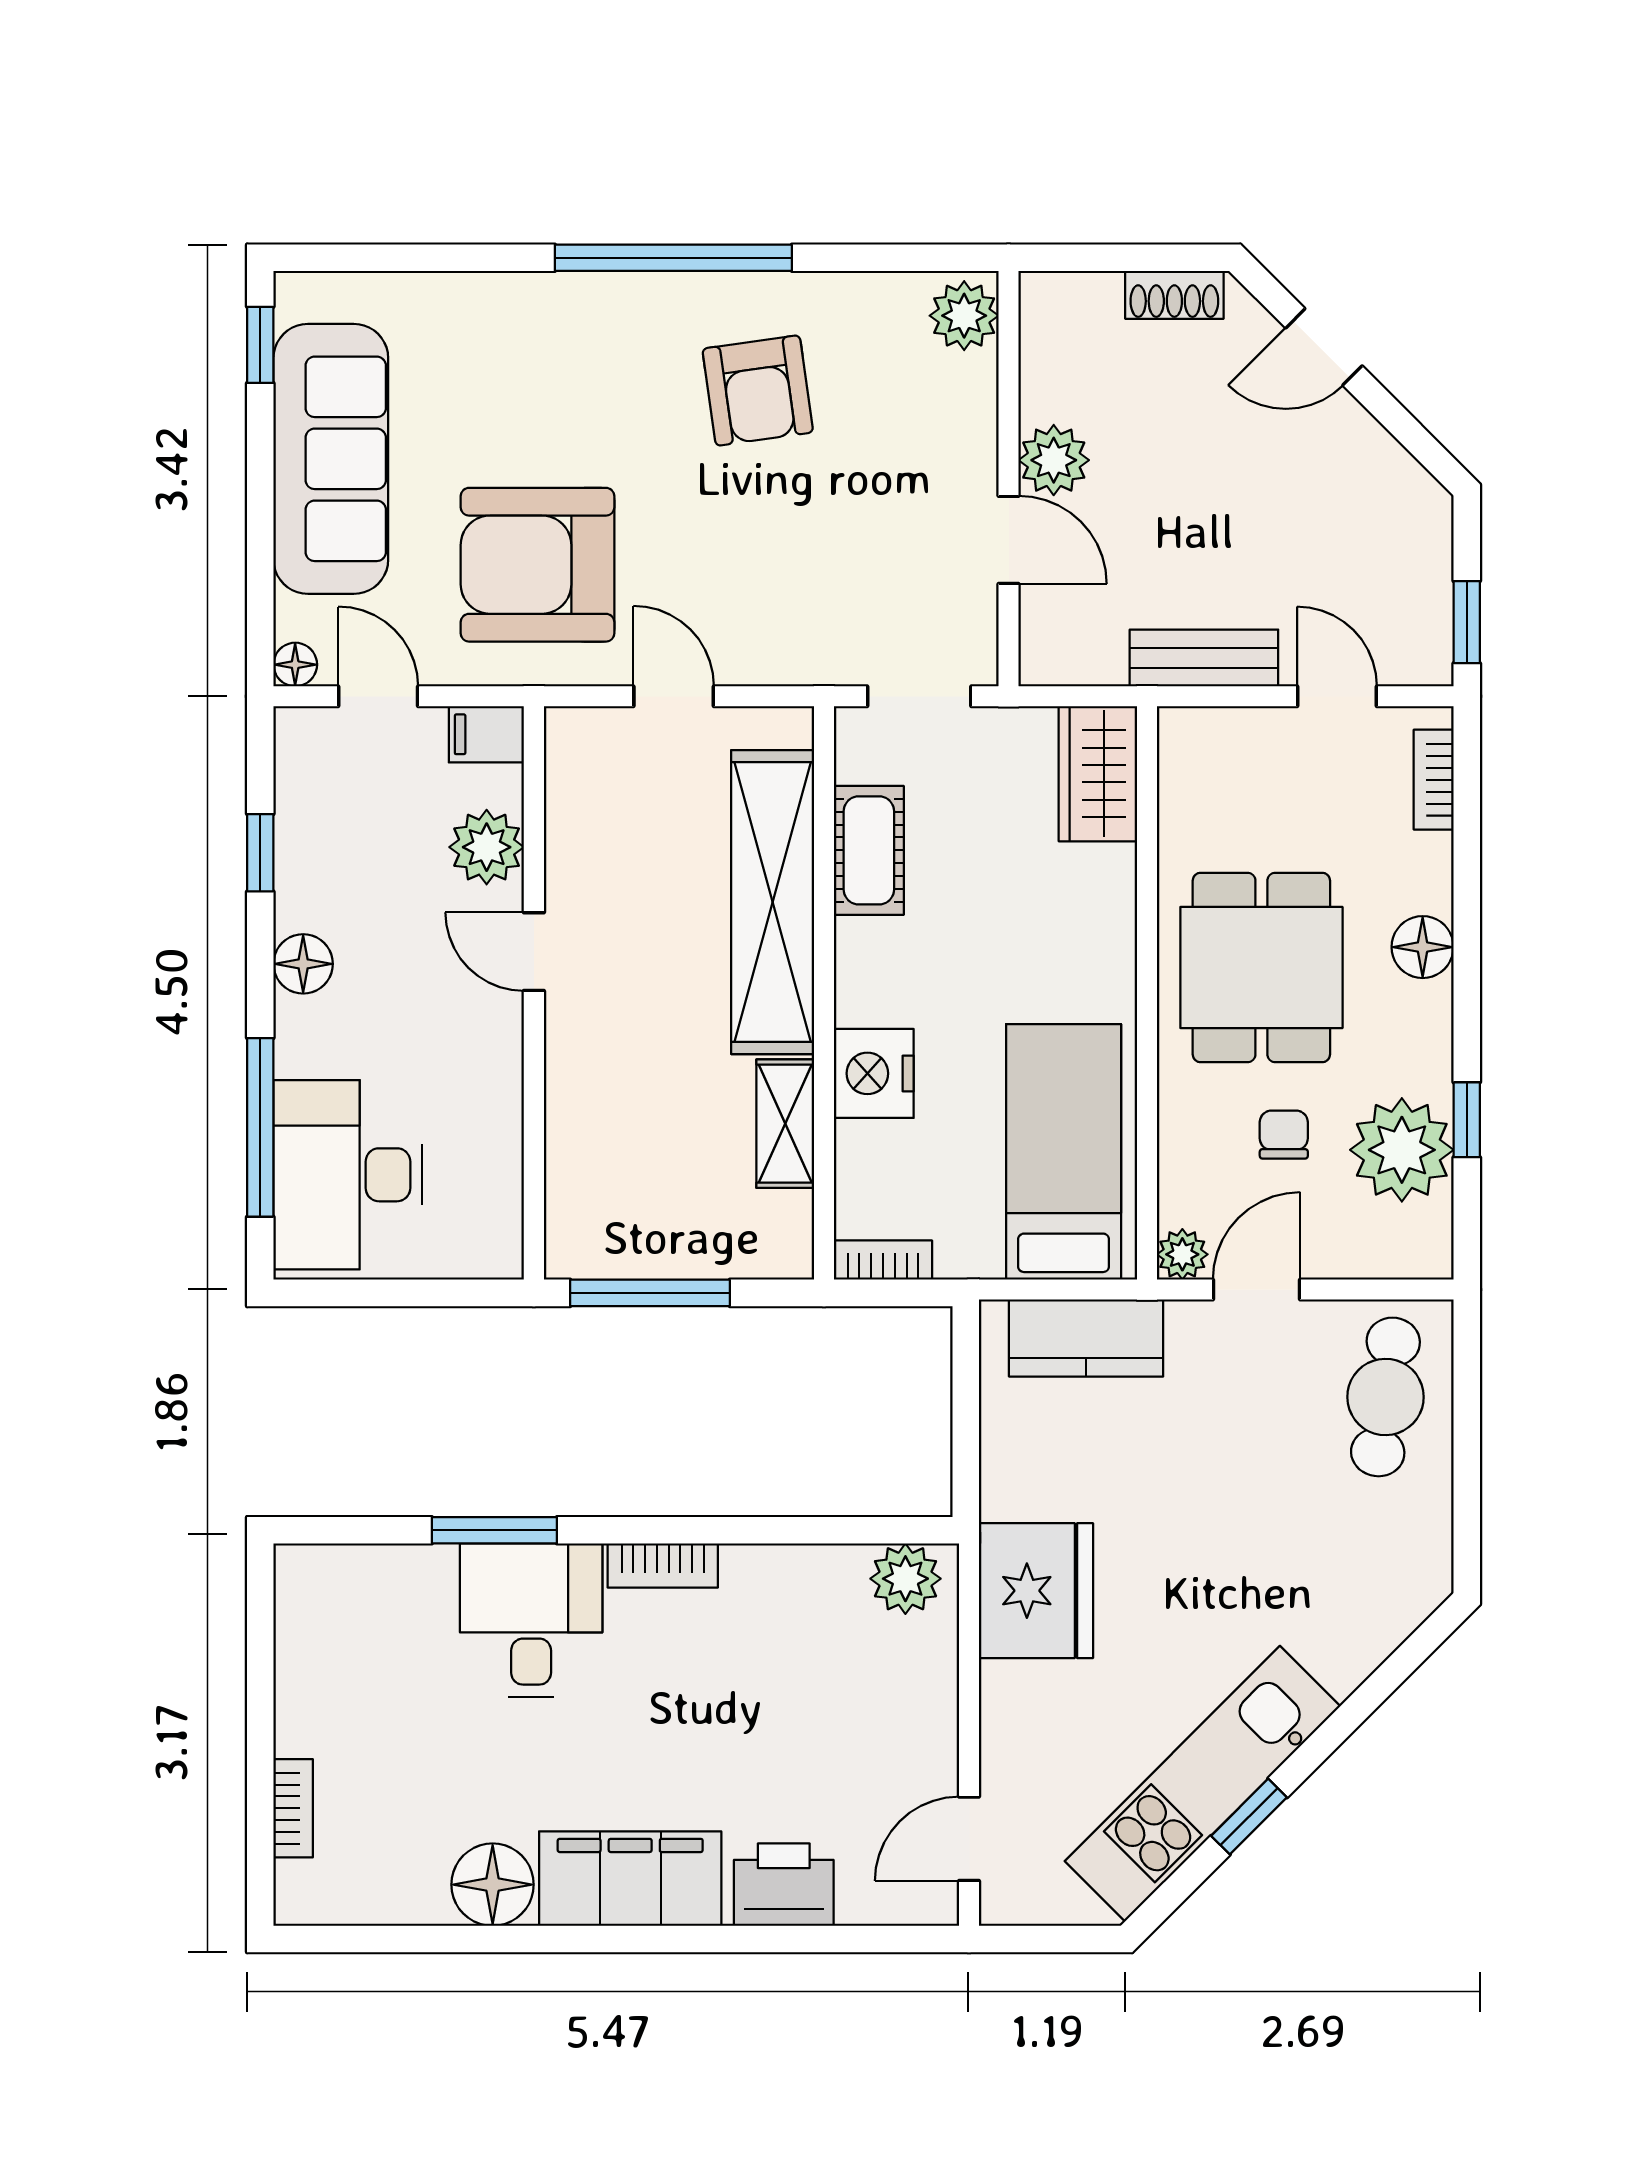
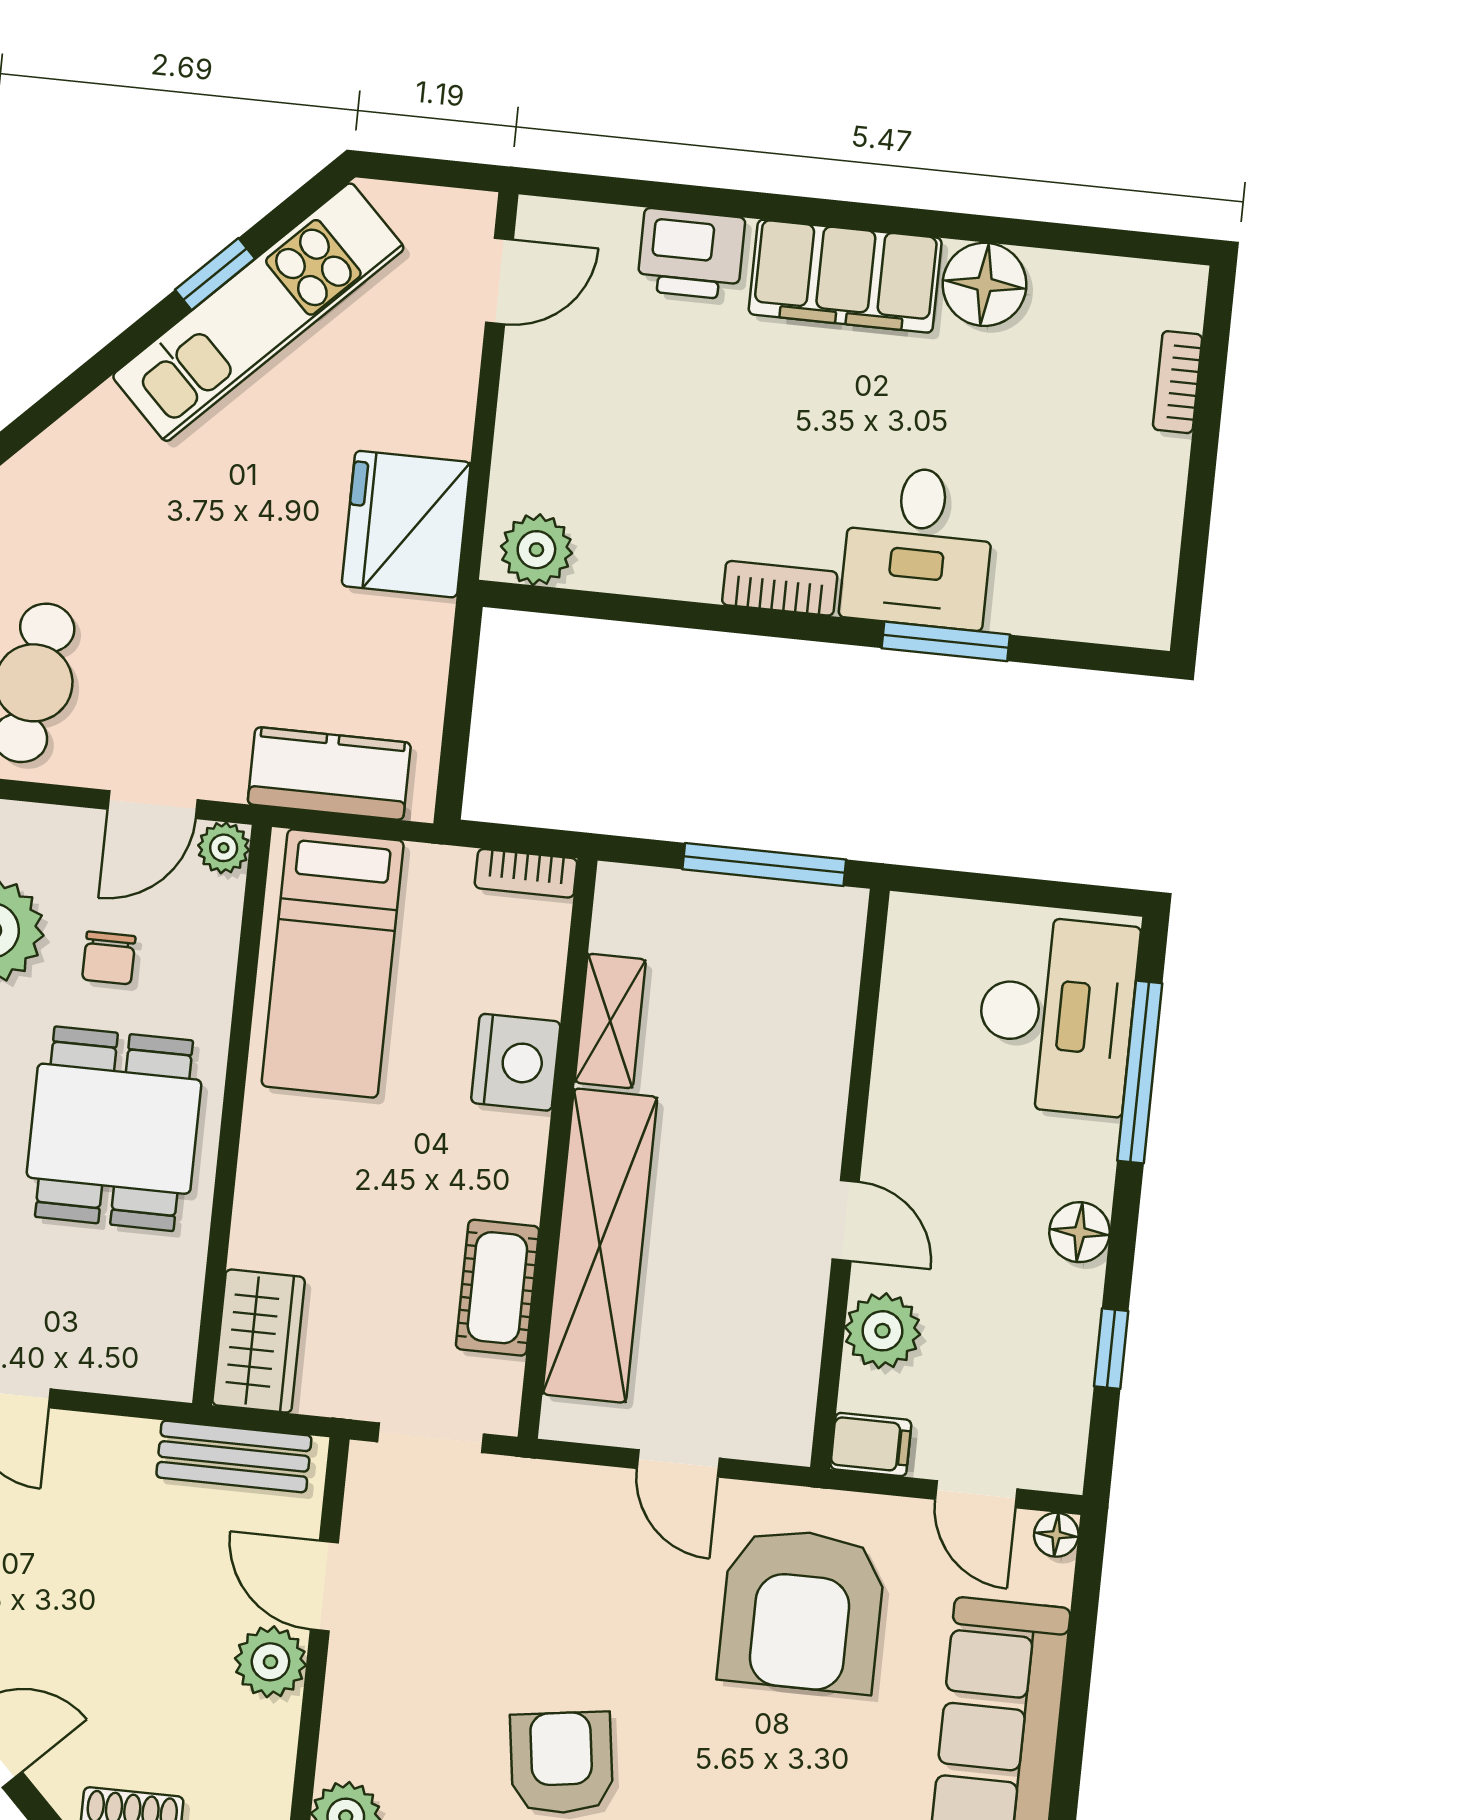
armchair: (537, 565) -> (802, 1610), turned 90
bench: (1204, 658) -> (234, 1456), moved

